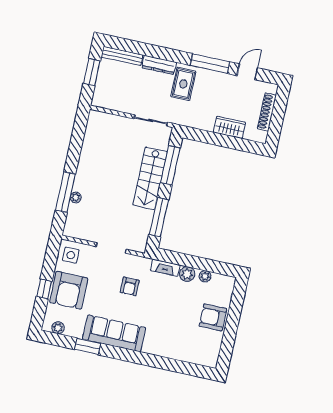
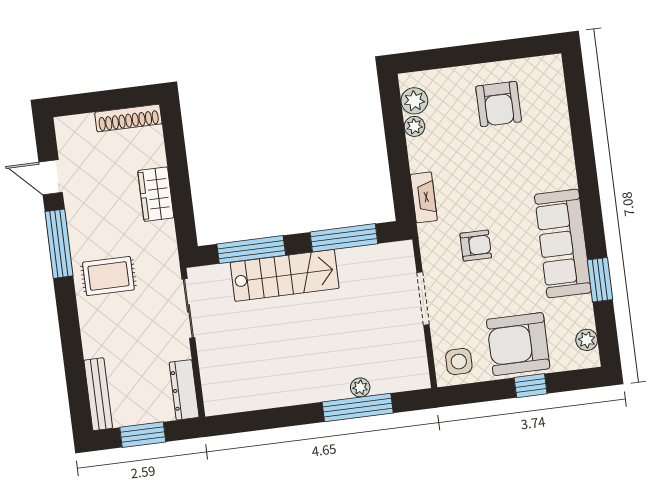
dresser: (159, 65) -> (184, 390), moved, turned 180
shoe rack: (267, 112) -> (128, 118), moved
wardrobe: (229, 127) -> (156, 194), moved
plant: (187, 274) -> (414, 101), moved
armchair: (69, 290) -> (518, 344), turned 180
armchair: (213, 317) -> (499, 104), moved

